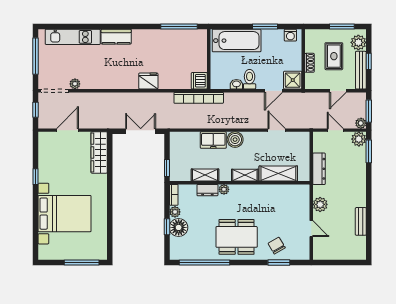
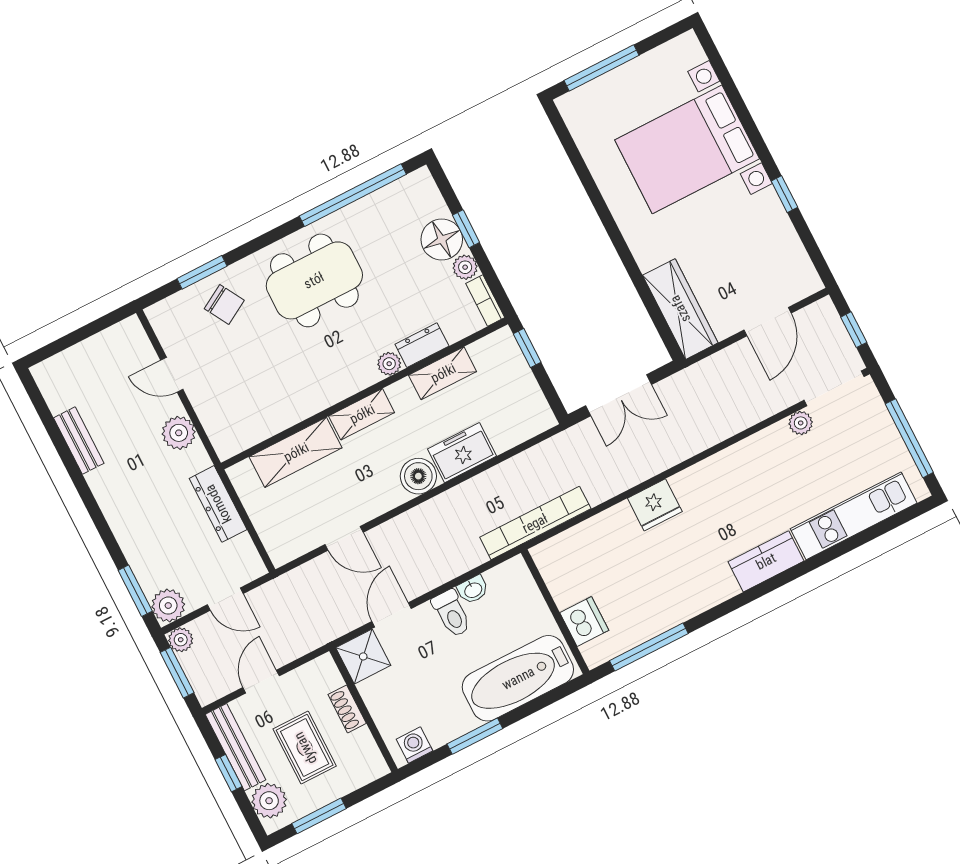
dishwasher: (199, 81) -> (584, 622), moved

